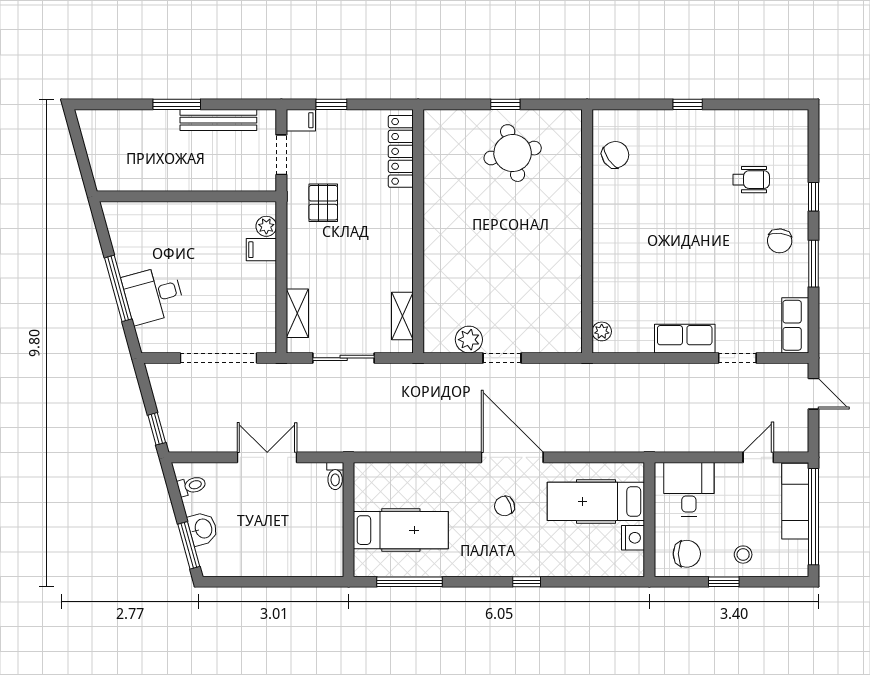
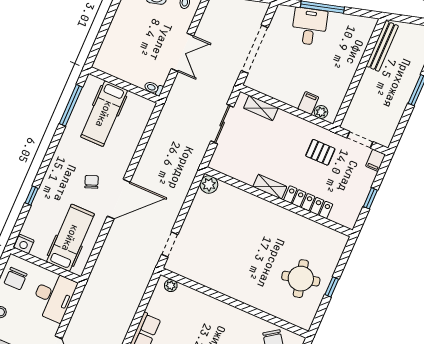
window: (331, 104) -> (370, 198), moved
bench: (218, 120) -> (382, 46), moved
locker: (401, 151) -> (308, 202), moved
shelving: (402, 316) -> (270, 187), moved
plant: (469, 340) -> (209, 185), moved
doorway: (502, 358) -> (170, 244), moved
desk: (689, 489) -> (54, 297), width x1.37
nightstand: (633, 538) -> (24, 244), moved
window: (527, 582) -> (32, 196), moved

